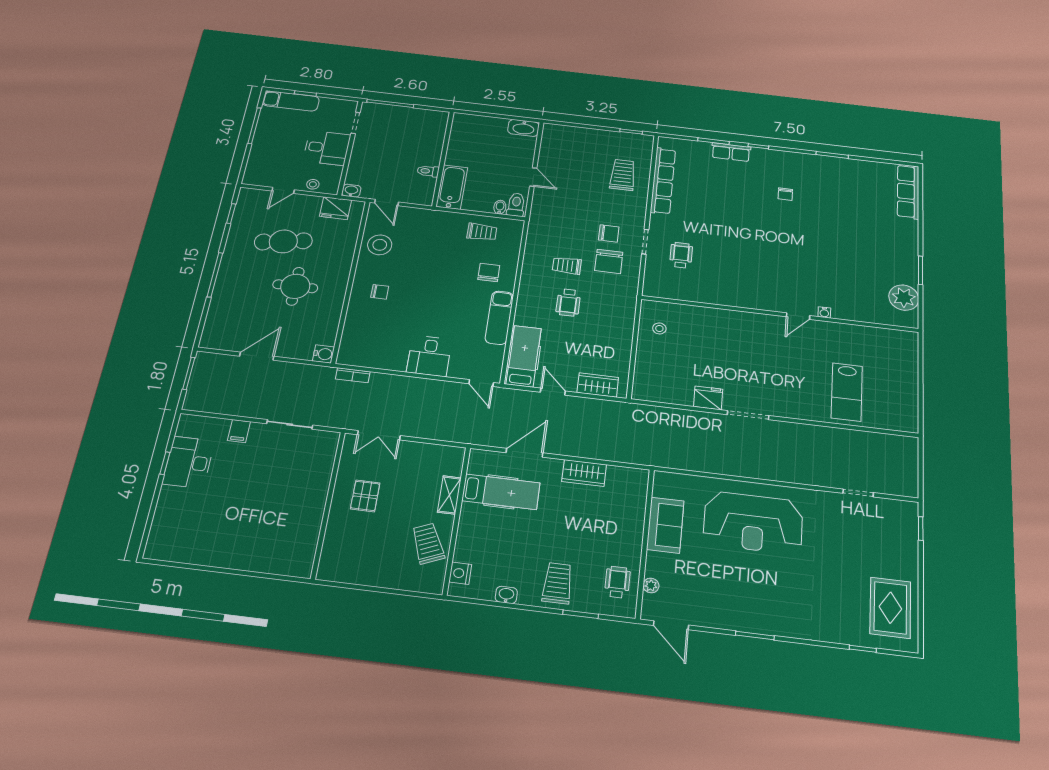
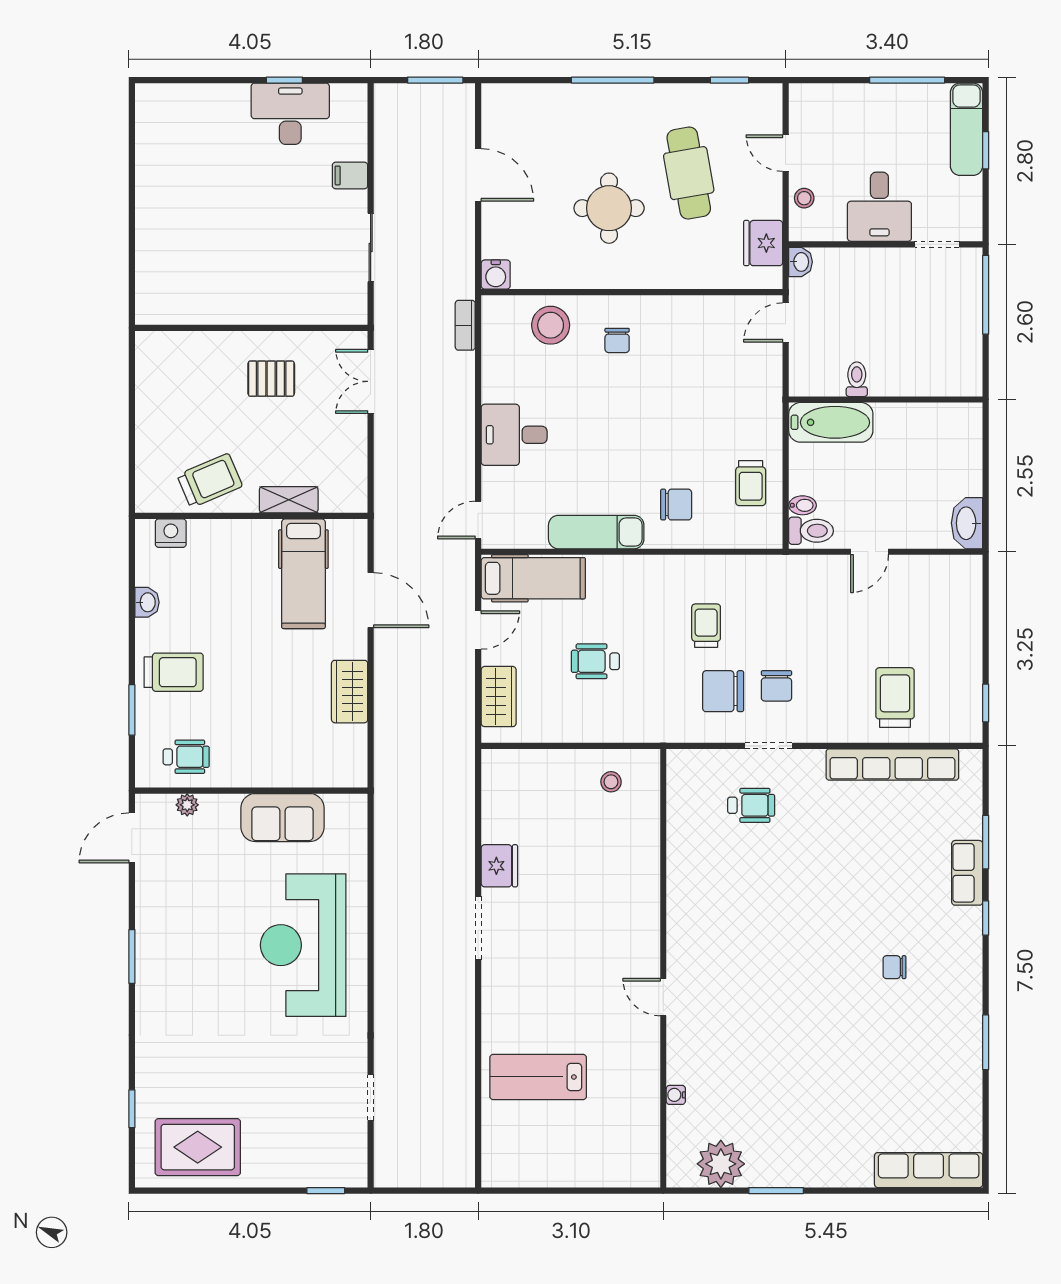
trolley: (623, 175) -> (895, 698), turned -90
stool: (380, 245) -> (551, 325), moved
wheelchair: (568, 303) -> (595, 661), moved
water cooler: (824, 312) -> (676, 1095), moved

